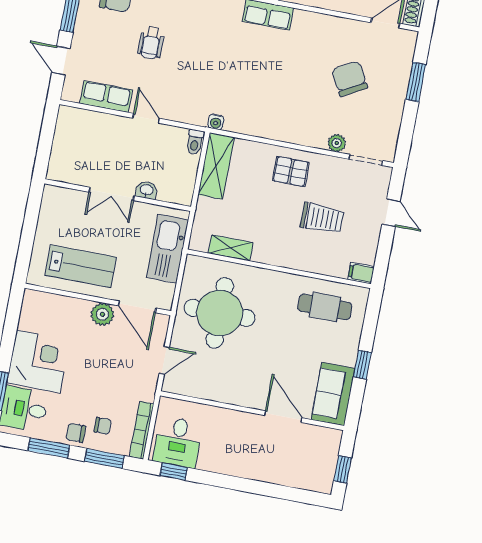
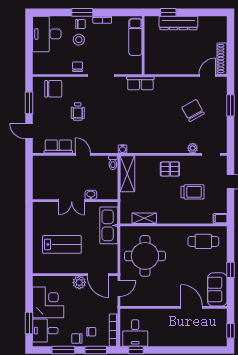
wall: (98, 299) -> (75, 275), moved
door: (137, 307) -> (98, 275), moved
plant: (102, 314) -> (79, 282), moved

